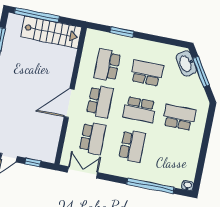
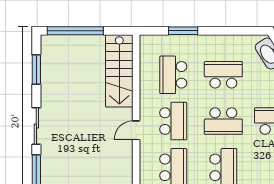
stairs: (51, 32) -> (119, 71), moved, turned 90
door: (69, 103) -> (136, 130), width x0.53

